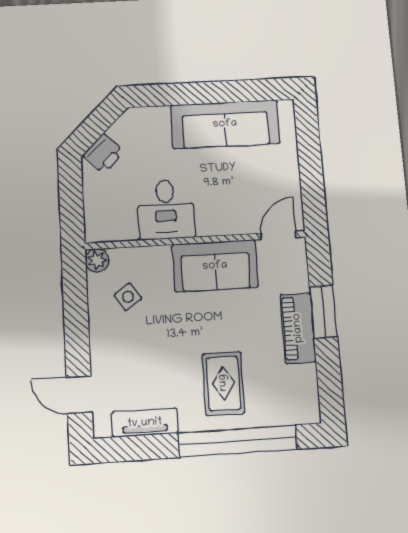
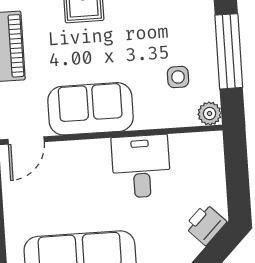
side table: (128, 297) -> (178, 77), turned 34
window: (76, 322) -> (229, 51), added

